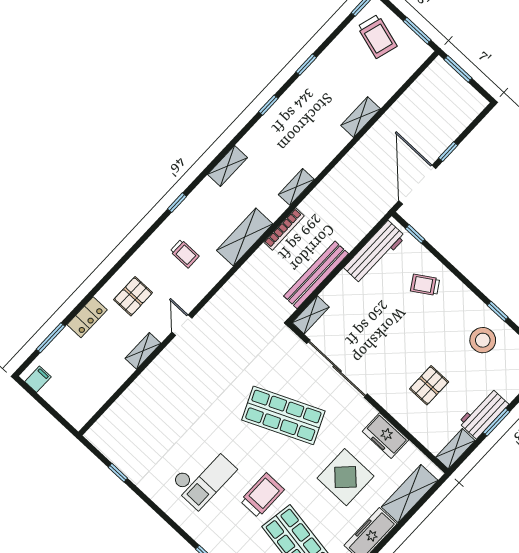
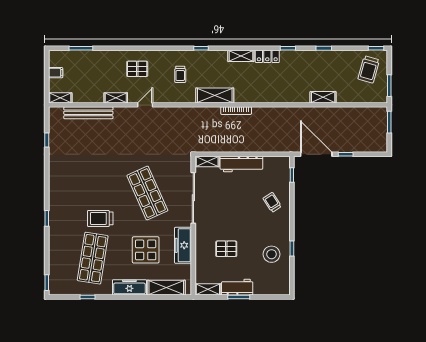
door: (417, 185) -> (316, 154), hinge flipped
shelving: (296, 187) -> (60, 98), moved
workbench: (375, 252) -> (241, 164), moved
bench: (316, 275) -> (88, 113), moved
locker: (87, 317) -> (267, 56), moved
filing cabinet: (38, 379) -> (56, 73), moved
freezer: (385, 436) -> (183, 245), width x1.40
checkout: (203, 477) -> (83, 182), removed
trolley: (262, 495) -> (100, 218), turned 180

